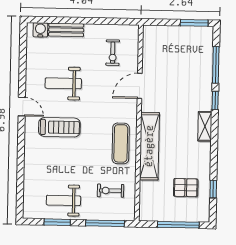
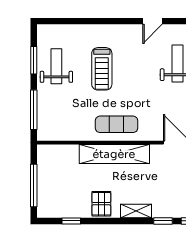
treadmill: (59, 127) -> (102, 69), moved
pallet: (186, 188) -> (101, 204), moved
exercise bike: (111, 191) -> (68, 115), removed

